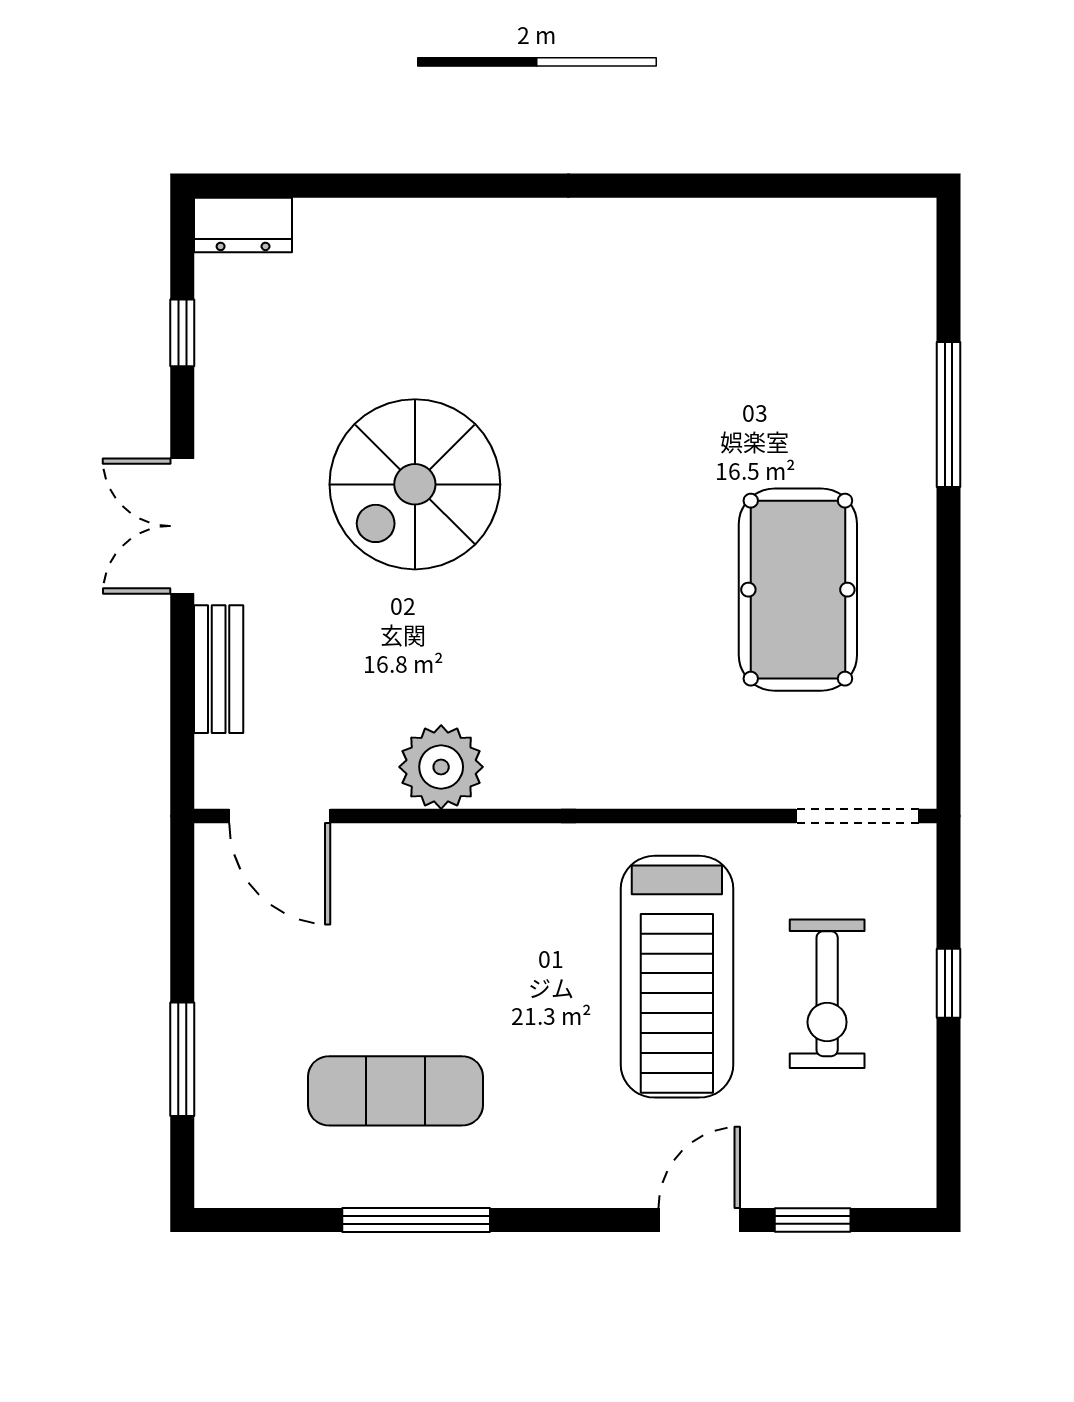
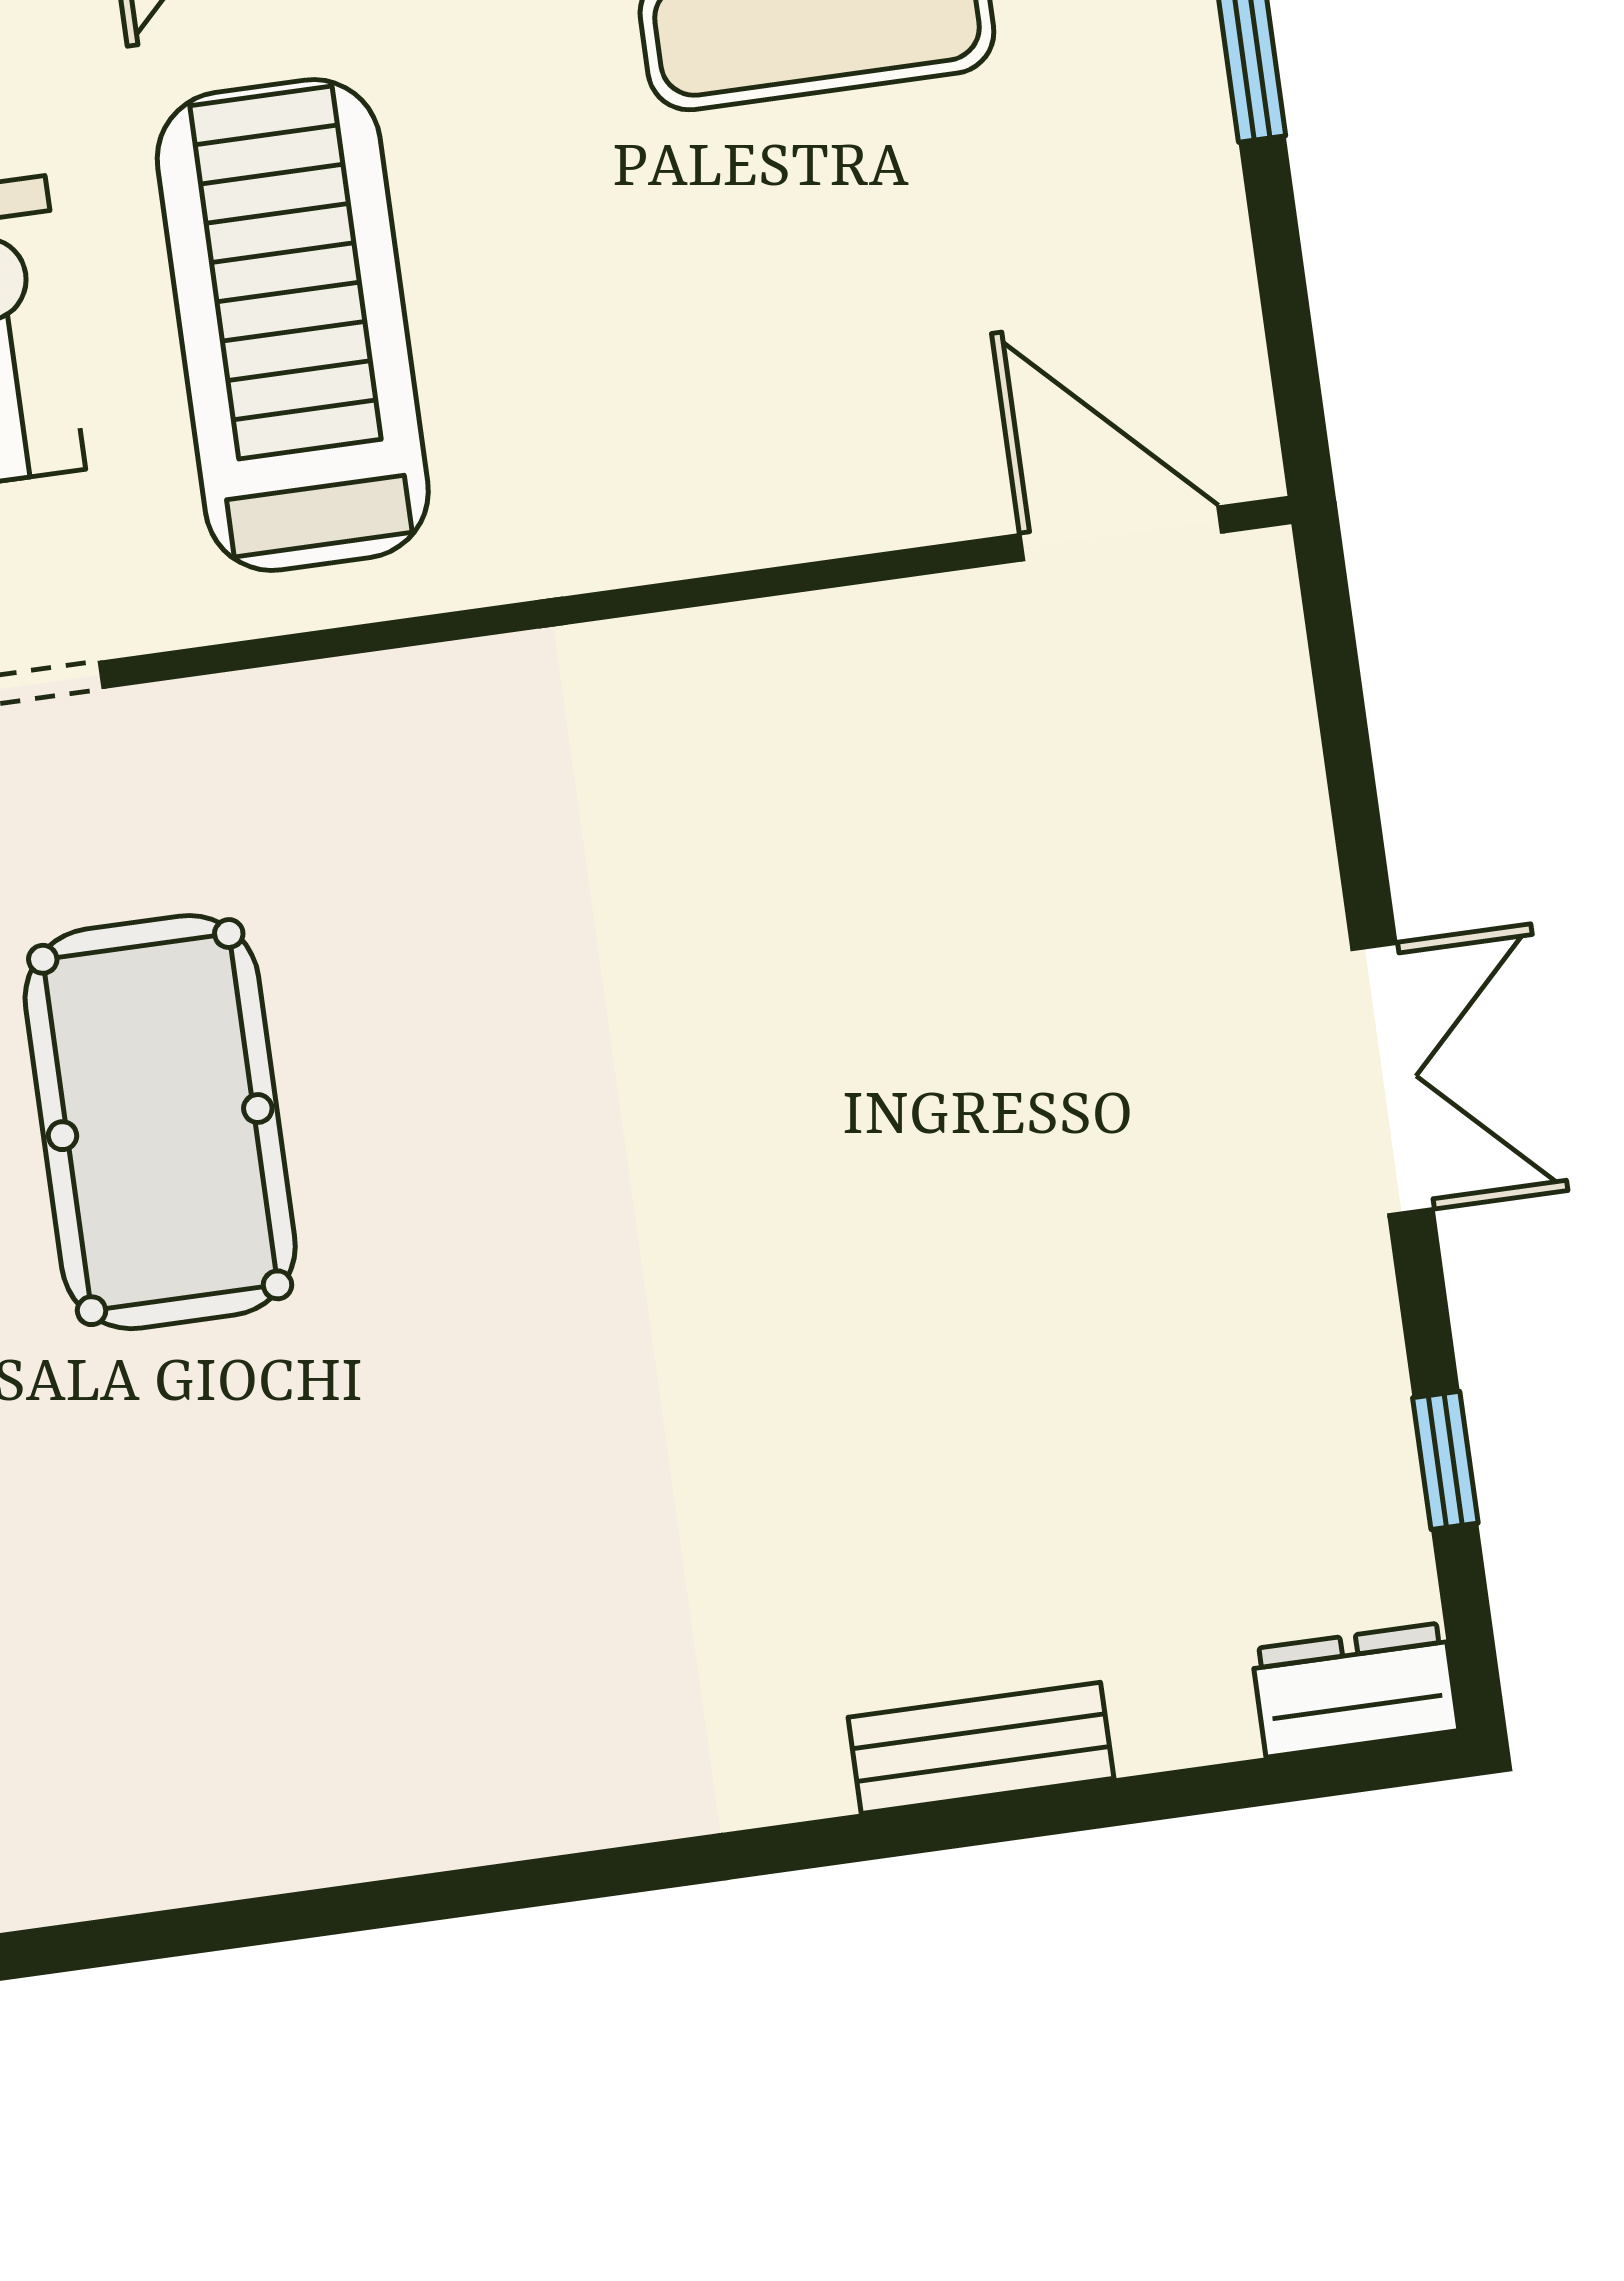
spiral stairs: (415, 484) -> (945, 1225), removed
bench: (219, 669) -> (981, 1748), moved, turned 90
plant: (441, 767) -> (816, 674), removed

